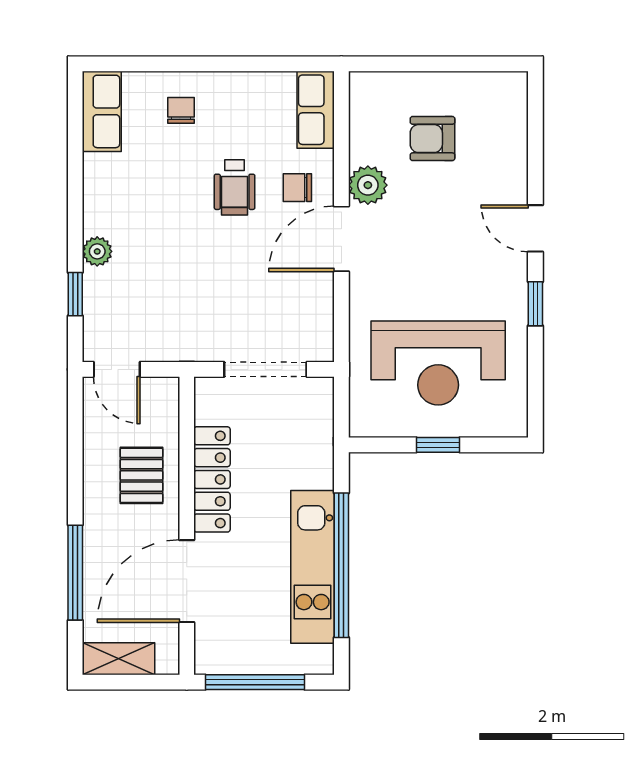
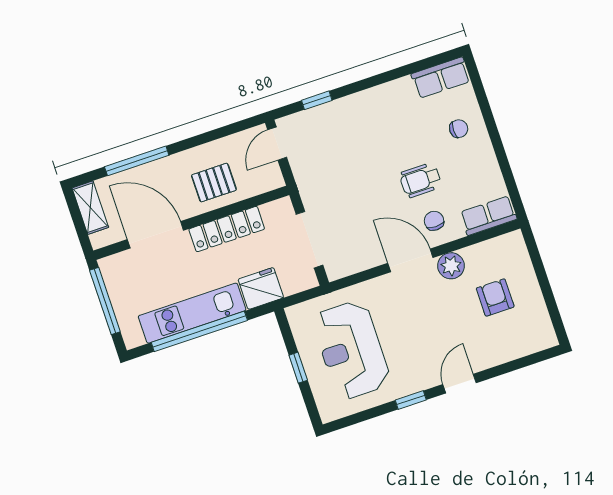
plant: (97, 251) -> (349, 105), removed
fridge: (310, 460) -> (261, 288), added

